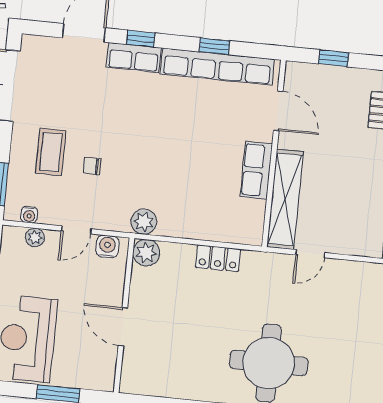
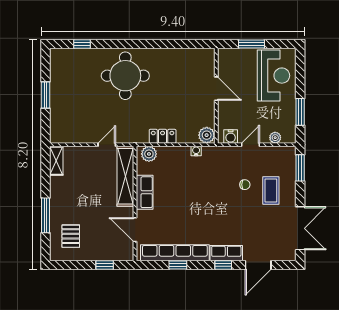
water cooler: (29, 215) -> (196, 151), moved
plant: (144, 222) -> (149, 154), moved

